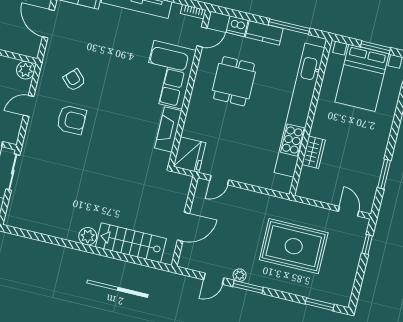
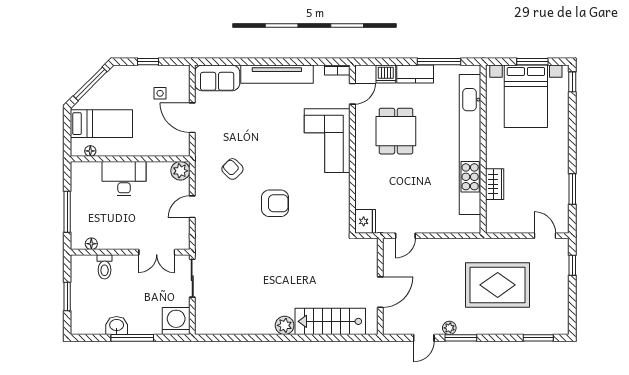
armchair: (71, 120) -> (275, 203), moved
fireplace: (168, 129) -> (341, 196), removed
fridge: (190, 155) -> (365, 221), width x0.73, depth x0.75

